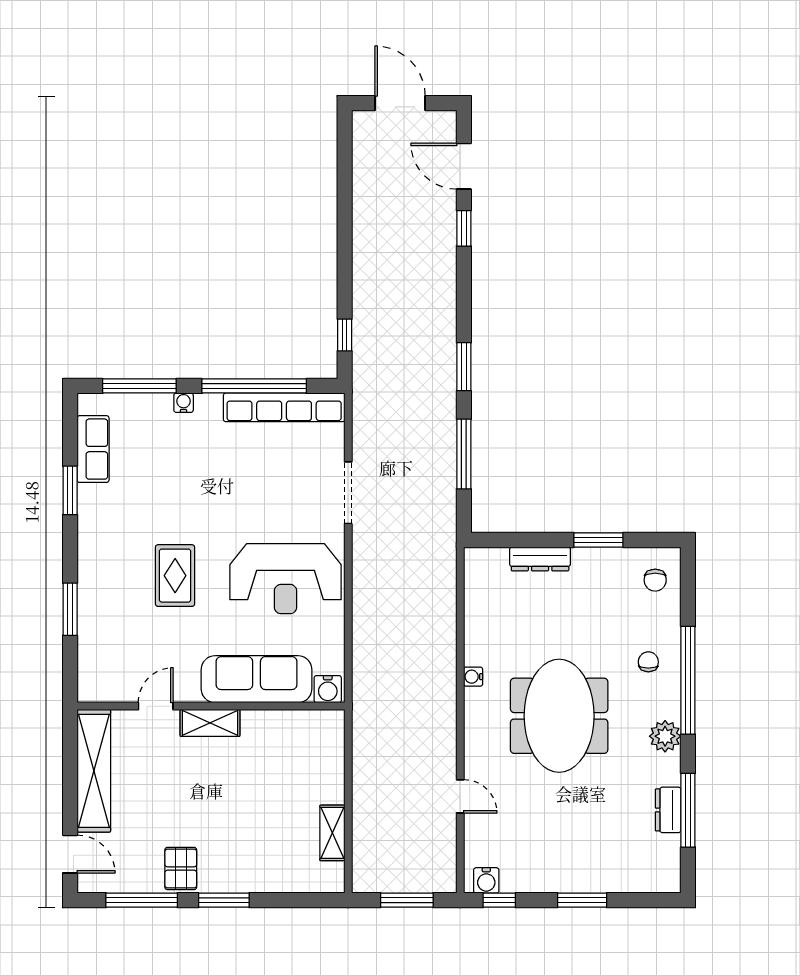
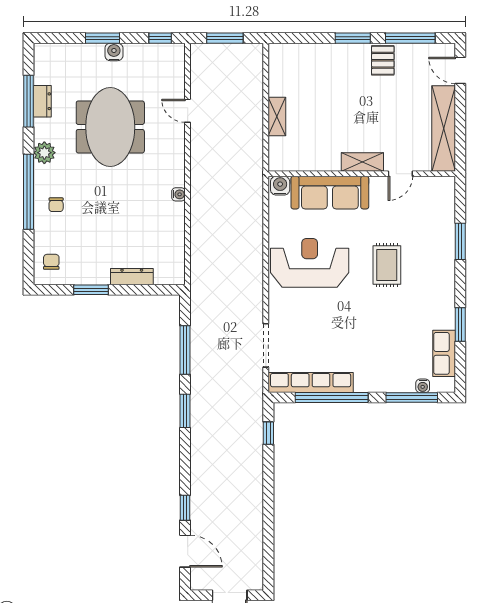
water cooler: (184, 403) -> (423, 386), moved
doorway: (348, 493) -> (266, 345), moved
meeting table: (559, 716) -> (110, 127), moved
shelving: (332, 833) -> (277, 116), moved
water cooler: (486, 880) -> (114, 52), moved

